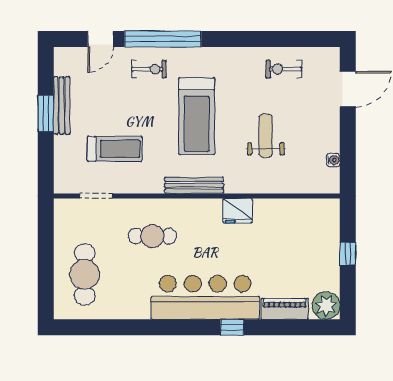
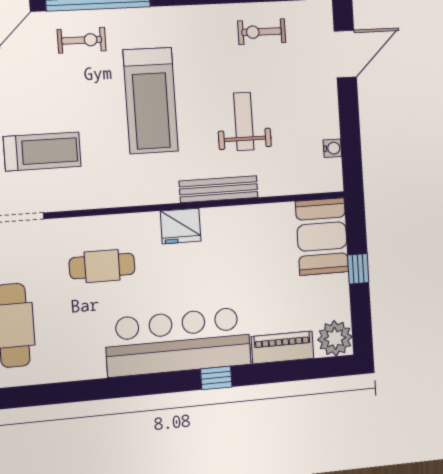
bench: (194, 185) -> (219, 189), moved
fridge: (238, 211) -> (181, 226), moved
booth: (321, 227) -> (322, 237), added

